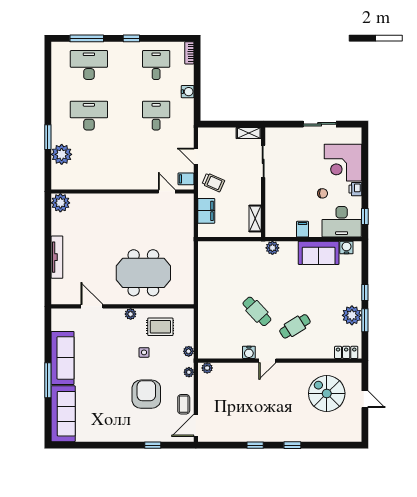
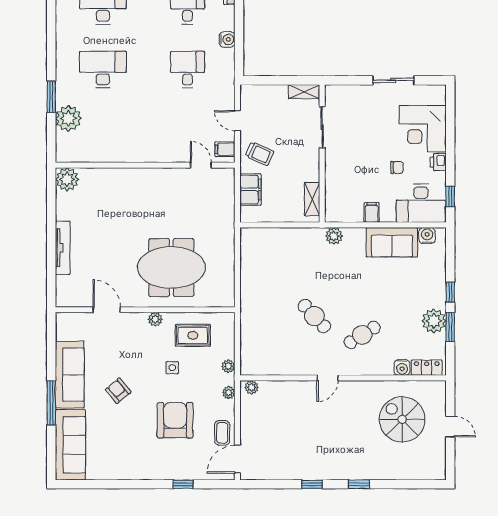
water cooler: (249, 352) -> (402, 368), moved
armchair: (101, 371) -> (118, 391), added

